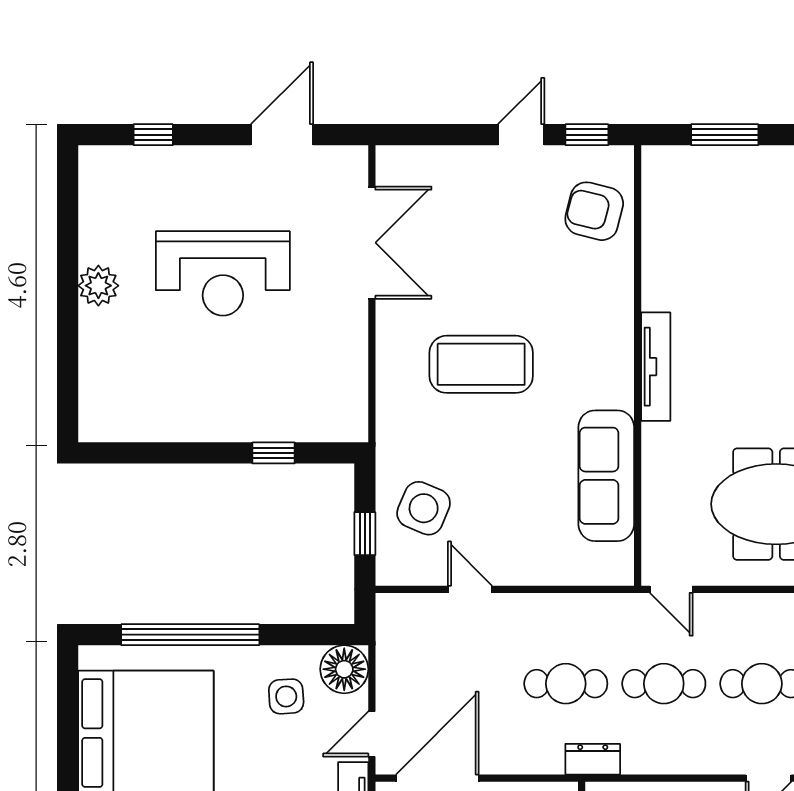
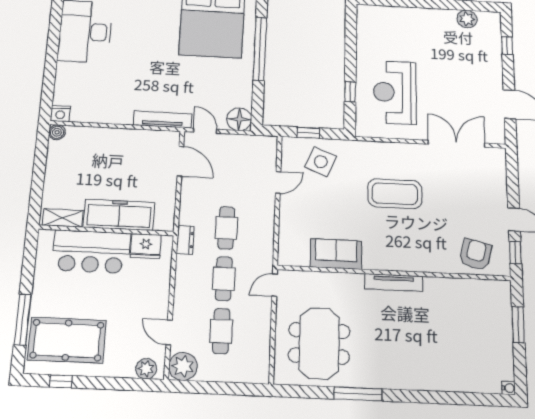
double door: (372, 243) -> (457, 144), swing flipped
reception desk: (223, 273) -> (395, 92), moved
plant: (98, 286) -> (467, 19), moved
coffee table: (481, 364) -> (395, 194), turned 90
sofa: (606, 476) -> (336, 254), width x0.73
side table: (286, 696) -> (227, 91), removed
door: (437, 778) -> (180, 161), width x0.73

